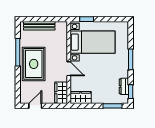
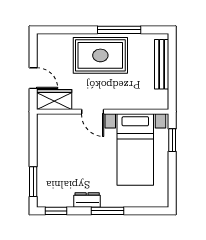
door: (69, 69) -> (93, 112), hinge flipped
dresser: (124, 86) -> (87, 200), moved
wardrobe: (81, 98) -> (46, 131), removed
door: (35, 106) -> (33, 78), moved

